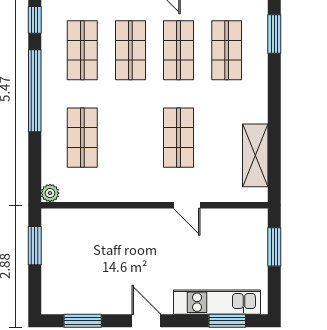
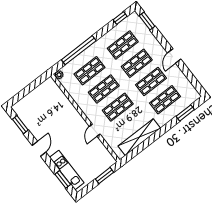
window: (35, 91) -> (79, 50), moved
shop shelf: (130, 138) -> (104, 89), added
shelving: (255, 155) -> (139, 137), width x1.47
window: (35, 246) -> (35, 84), removed

